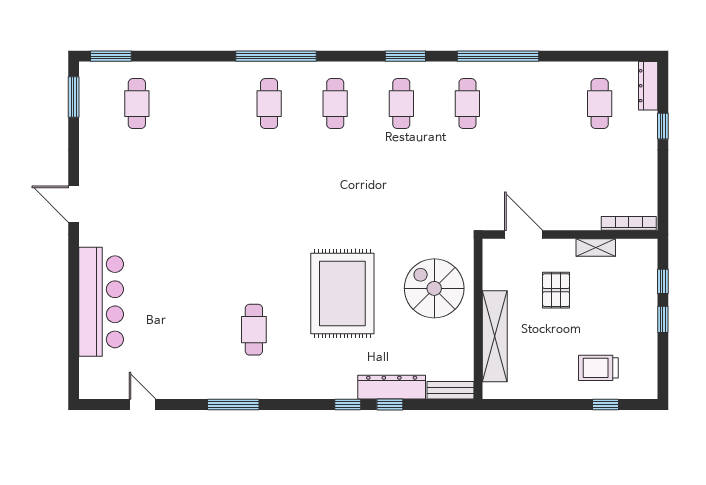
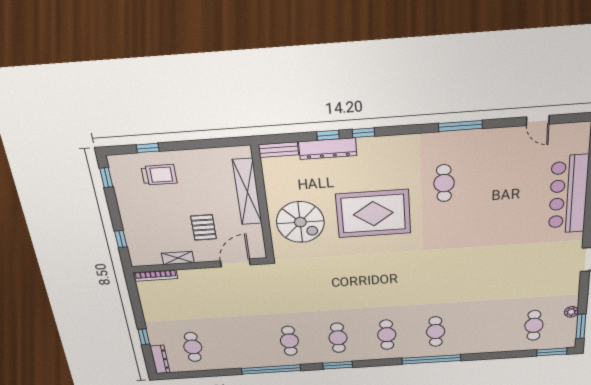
plant: (88, 122) -> (571, 312), added
door: (523, 235) -> (235, 263), swing flipped
rug: (342, 294) -> (373, 214), turned 90
window: (663, 319) -> (106, 178), moved

